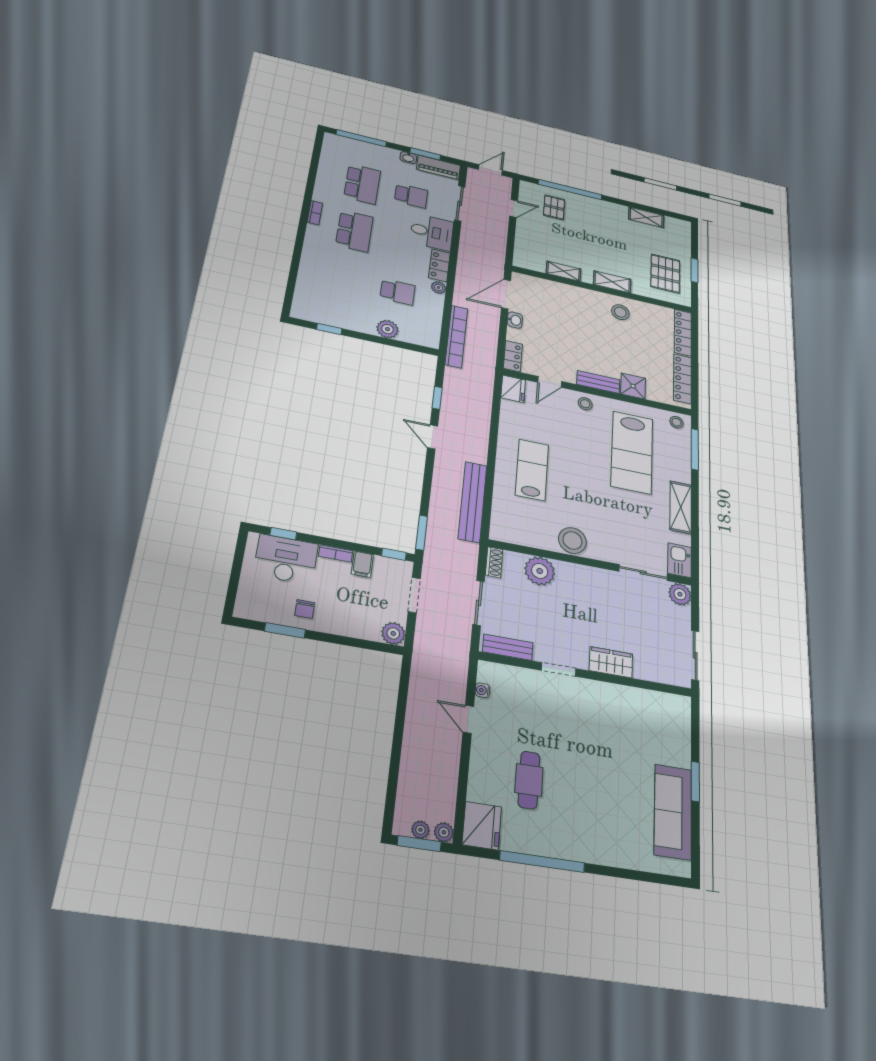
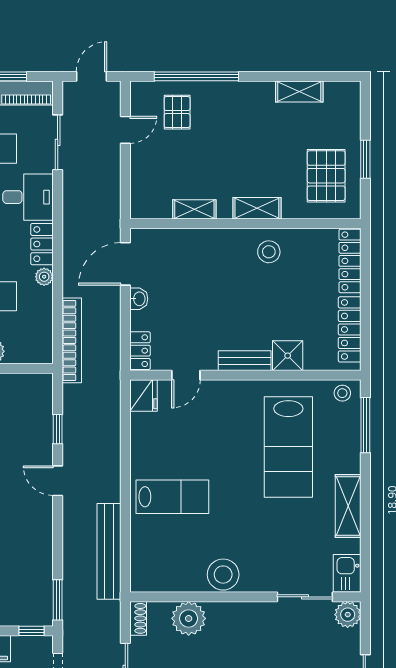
stool: (585, 404) -> (230, 395), removed
lab bench: (532, 470) -> (172, 497), turned 90

